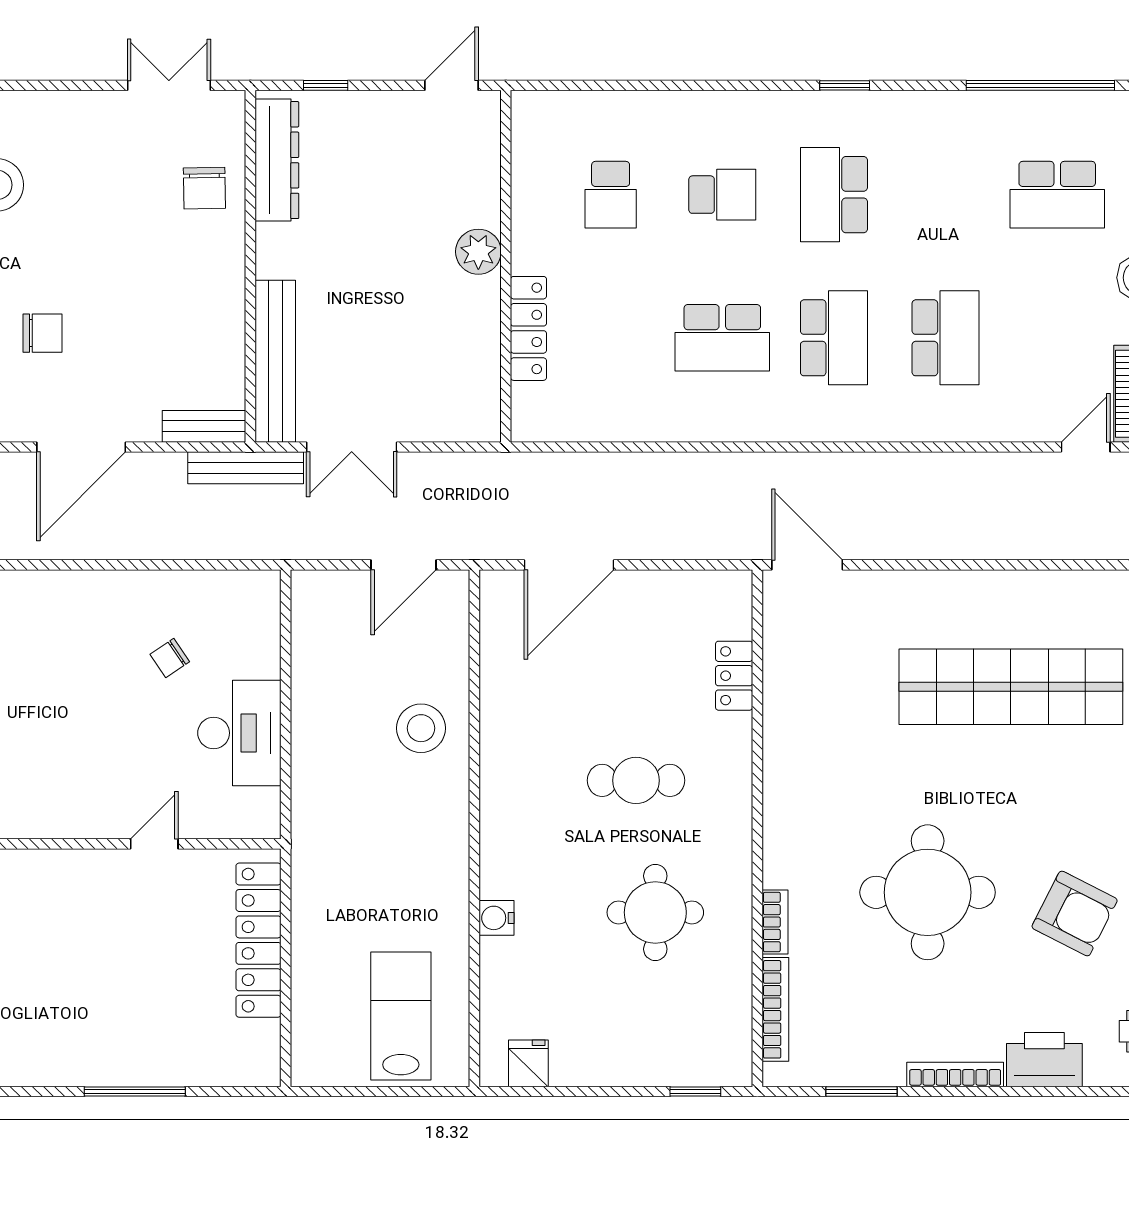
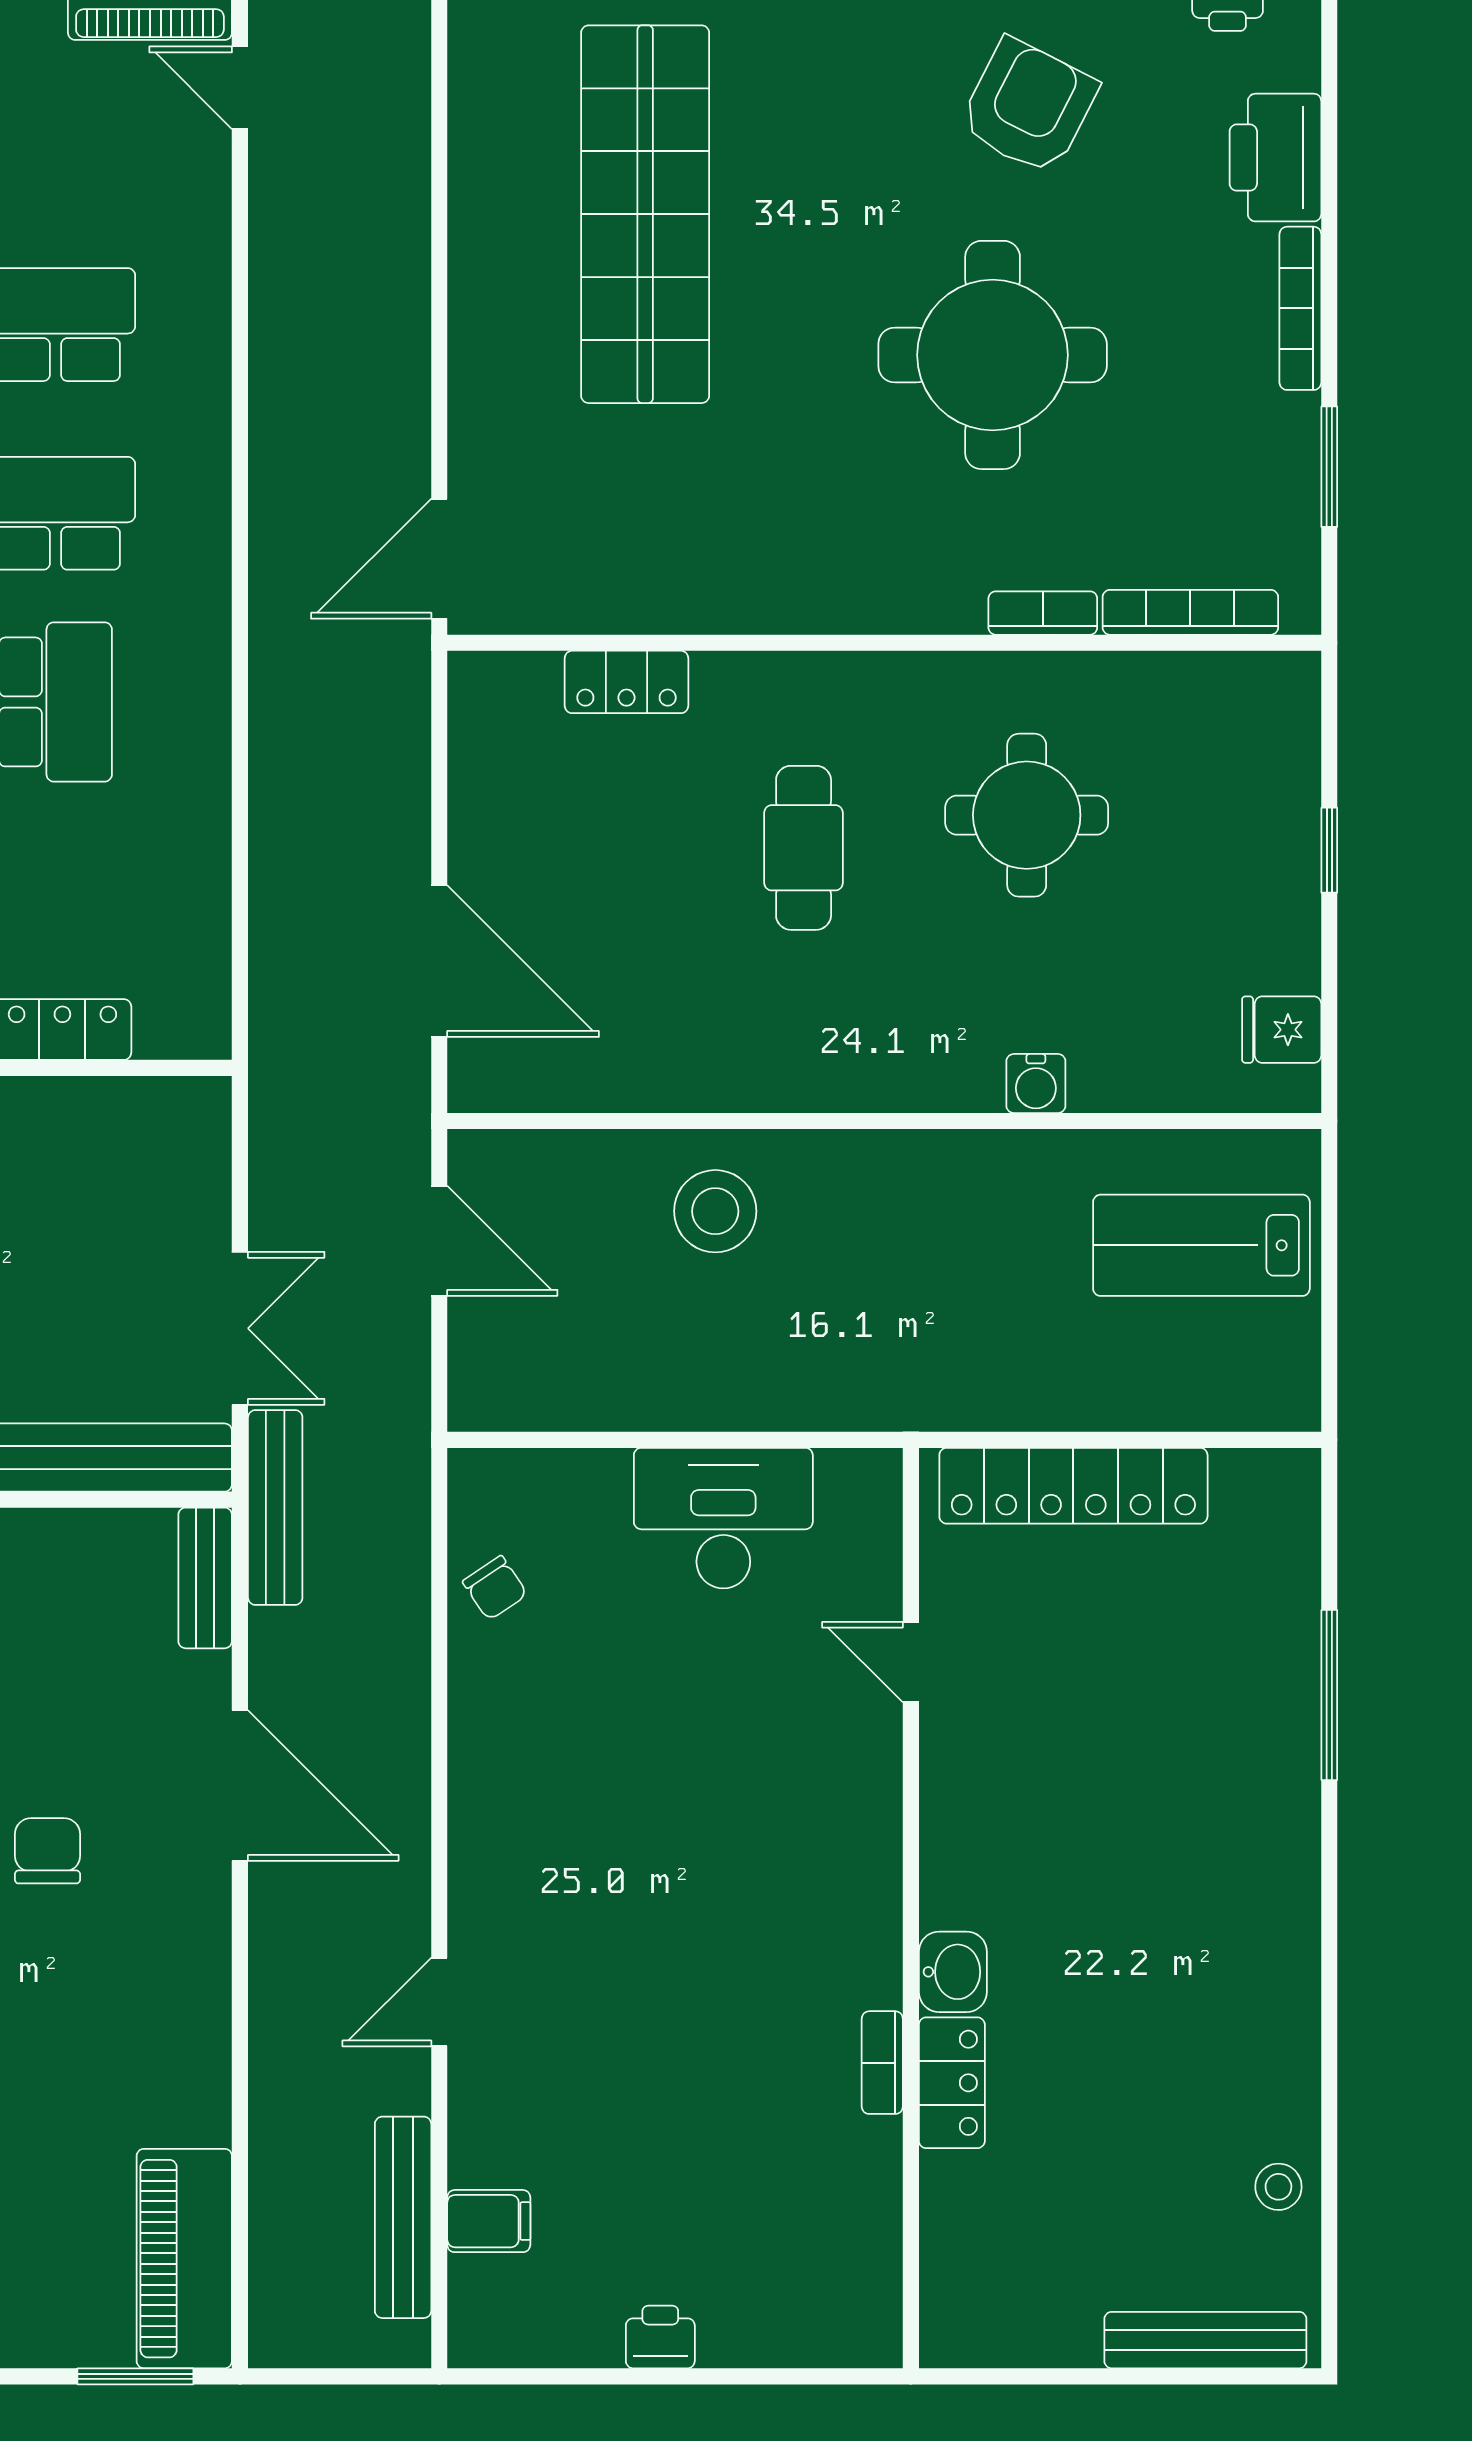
chair: (170, 658) -> (495, 1588), moved
window: (695, 1092) -> (1329, 850), moved

